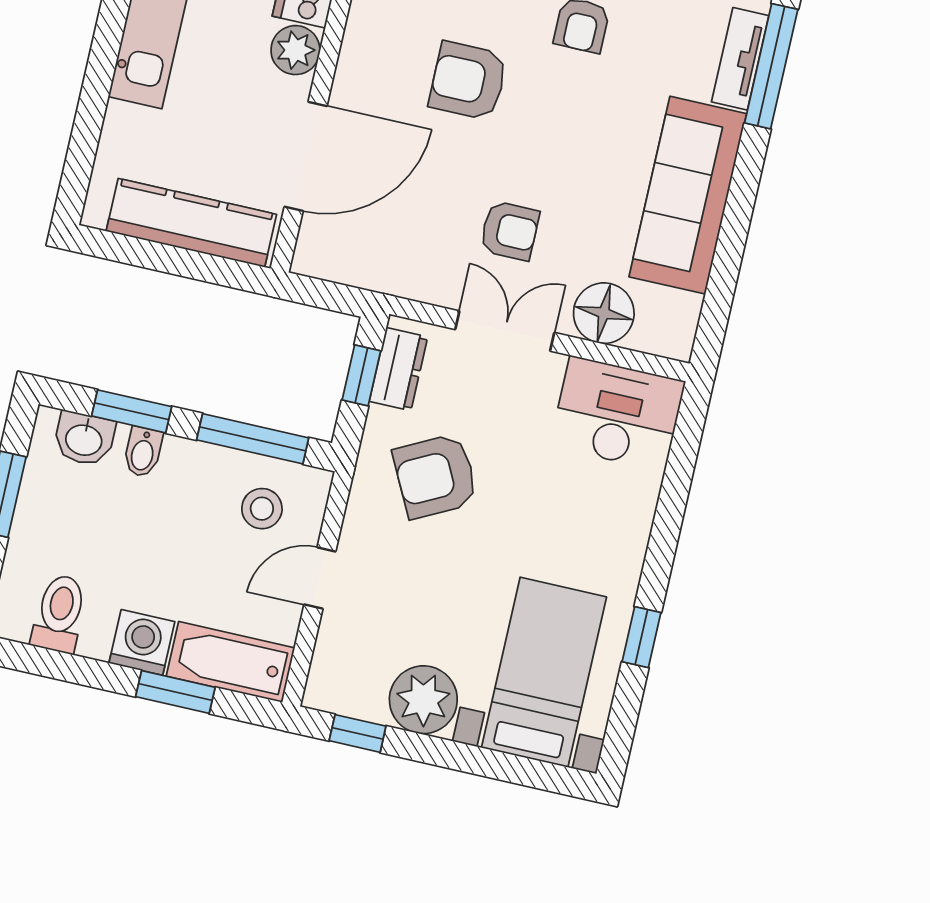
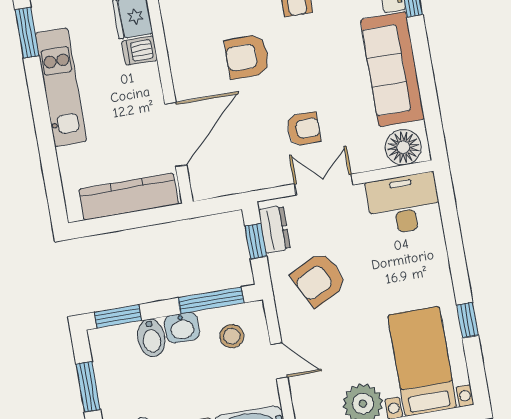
plant: (295, 50) -> (146, 79), removed
floor lamp: (604, 313) -> (403, 147), moved
window: (132, 411) -> (118, 316), moved
washbasin: (84, 439) -> (182, 328), moved
bidet: (143, 452) -> (151, 338), width x1.38, depth x1.36
door: (320, 578) -> (279, 361), swing flipped

